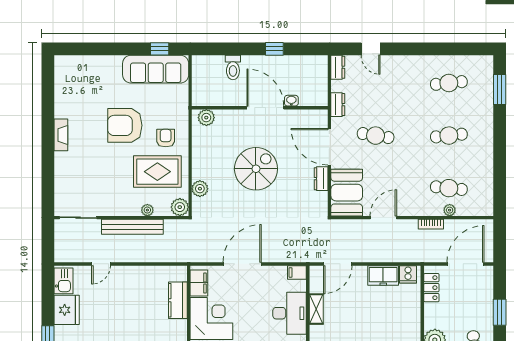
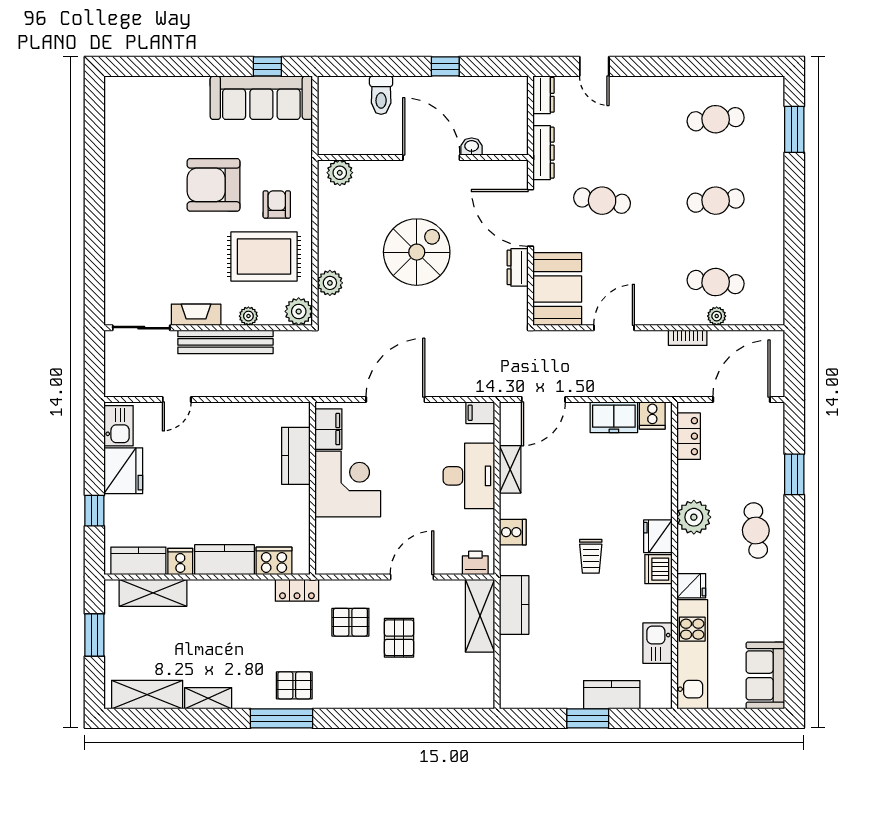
dresser: (338, 105) -> (544, 153), width x1.44
fireplace: (61, 135) -> (196, 315), moved, turned -90

